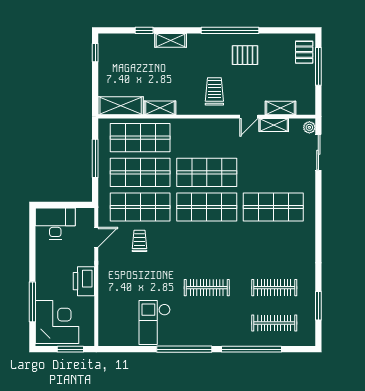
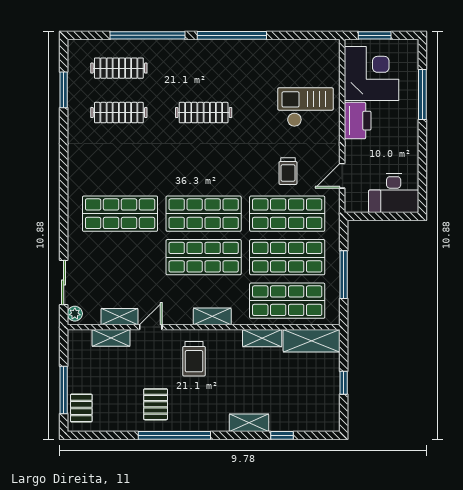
window: (95, 53) -> (344, 383), moved
pallet: (245, 55) -> (156, 404), turned 90
shelving: (200, 125) -> (212, 316), added
corner desk: (57, 322) -> (372, 74), moved, turned 180
checkout: (155, 323) -> (305, 107), moved, turned -90

